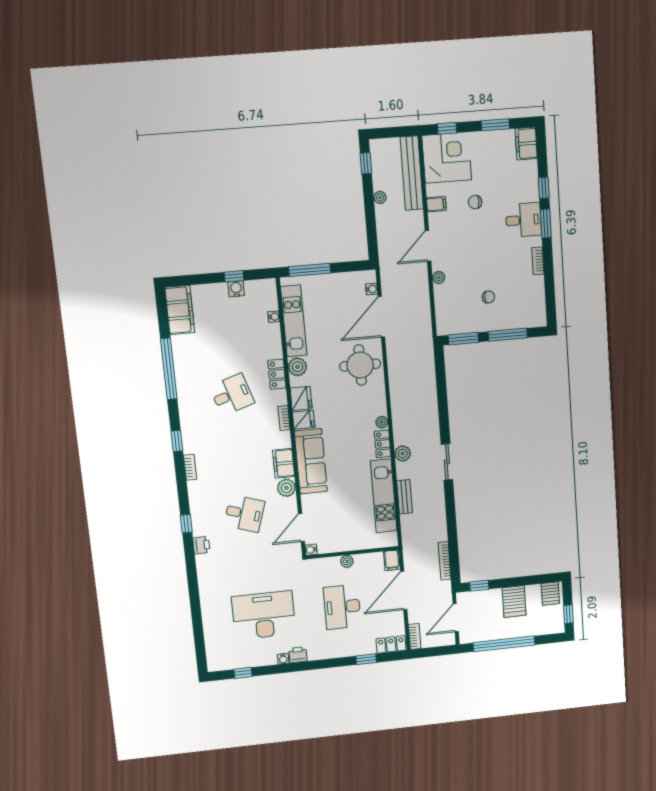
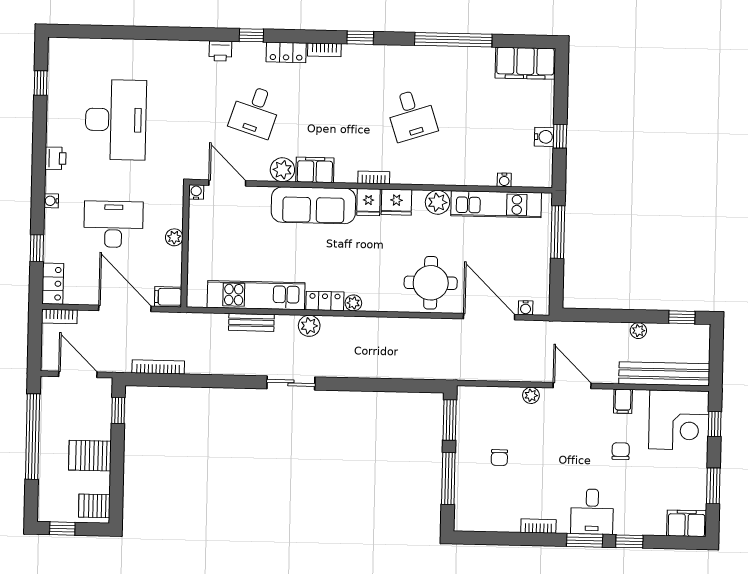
locker: (277, 374) -> (286, 52), moved, turned 180
water cooler: (283, 659) -> (51, 201), moved

